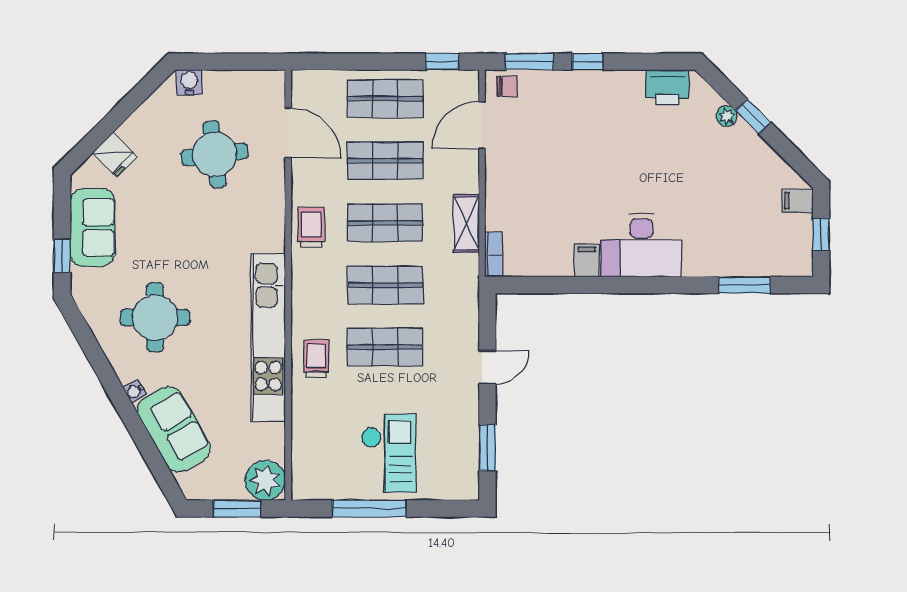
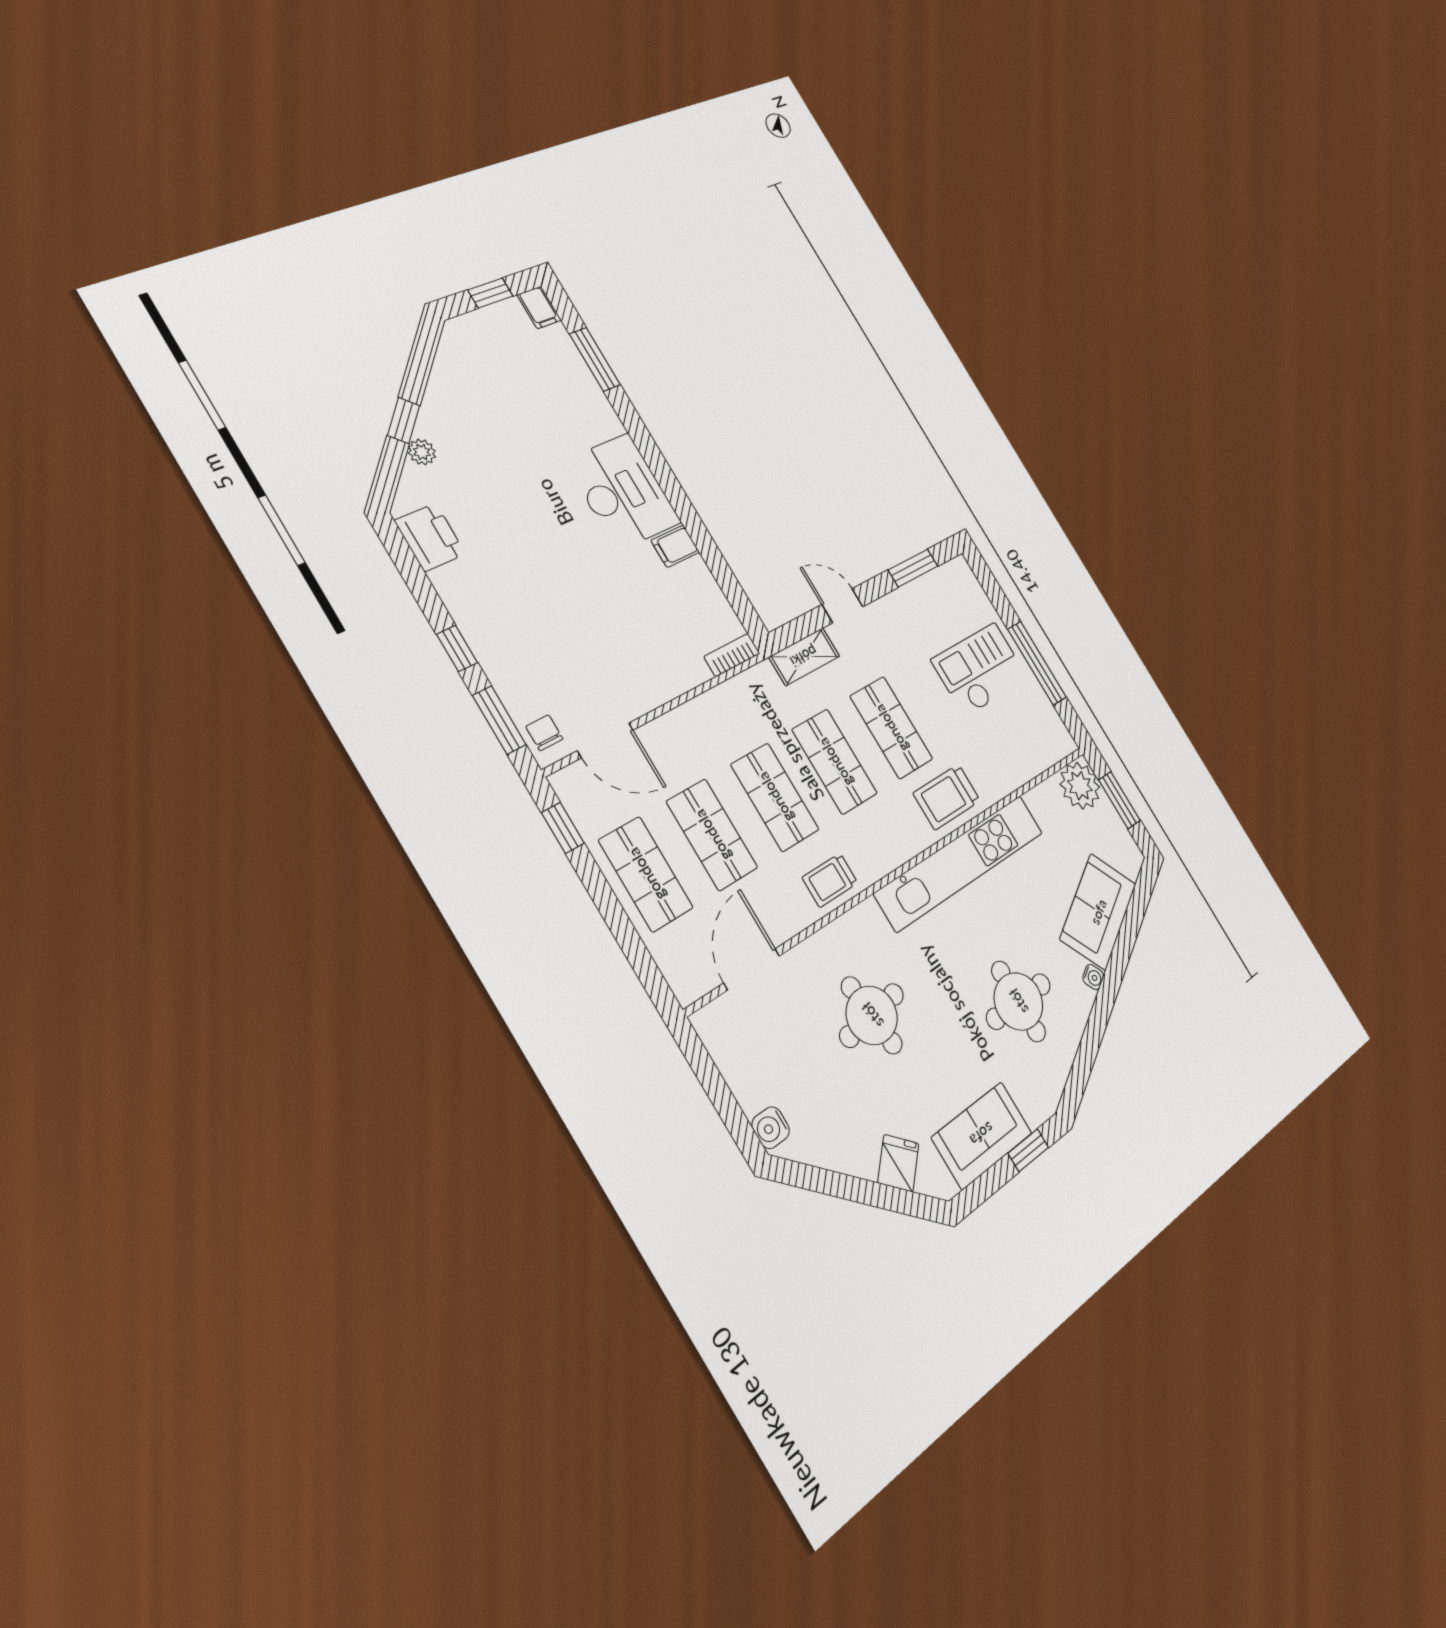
round table: (215, 154) -> (872, 1015), moved
filing cabinet: (798, 201) -> (539, 308), moved
shelving: (466, 224) -> (804, 657), moved
trolley: (316, 359) -> (947, 797), width x1.36, depth x1.39

